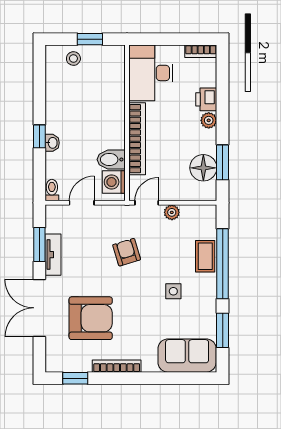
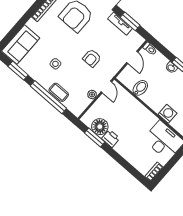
printer: (206, 99) -> (111, 138), moved
plant: (209, 120) -> (119, 148), removed
bookcase: (137, 139) -> (139, 108), removed
washing machine: (114, 182) -> (167, 114), moved
armchair: (127, 252) -> (92, 58), turned 107

